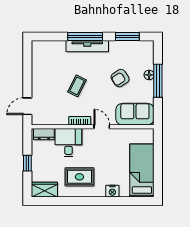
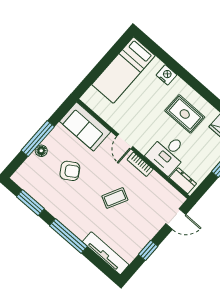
tv unit: (87, 46) -> (106, 253), moved
window: (27, 71) -> (148, 250), added

